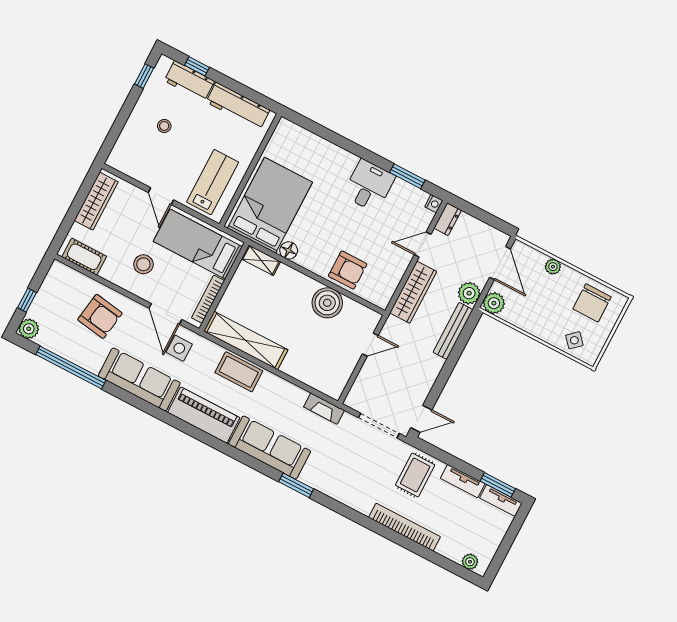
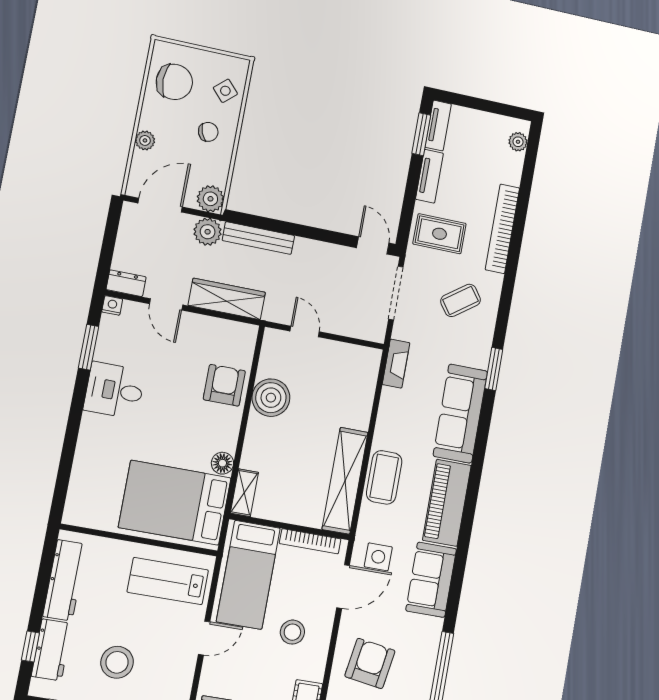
stool: (164, 126) -> (117, 662), width x1.89, depth x1.89
chair: (546, 317) -> (208, 132), added
sofa: (139, 379) -> (431, 580), width x0.73
coffee table: (358, 475) -> (460, 300), added

